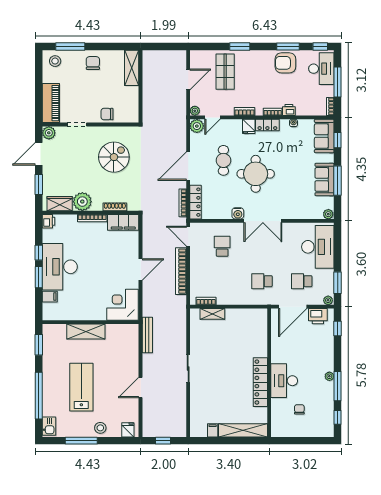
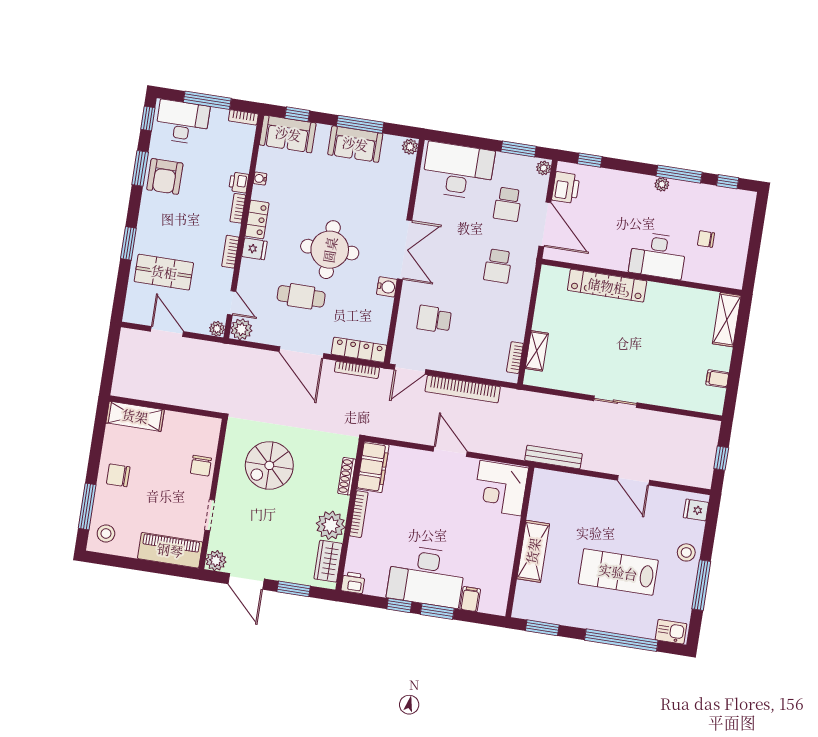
spiral stairs: (114, 157) -> (269, 465), turned -90
locker: (260, 382) -> (607, 286), moved
shelving: (243, 430) -> (727, 320), width x0.68

